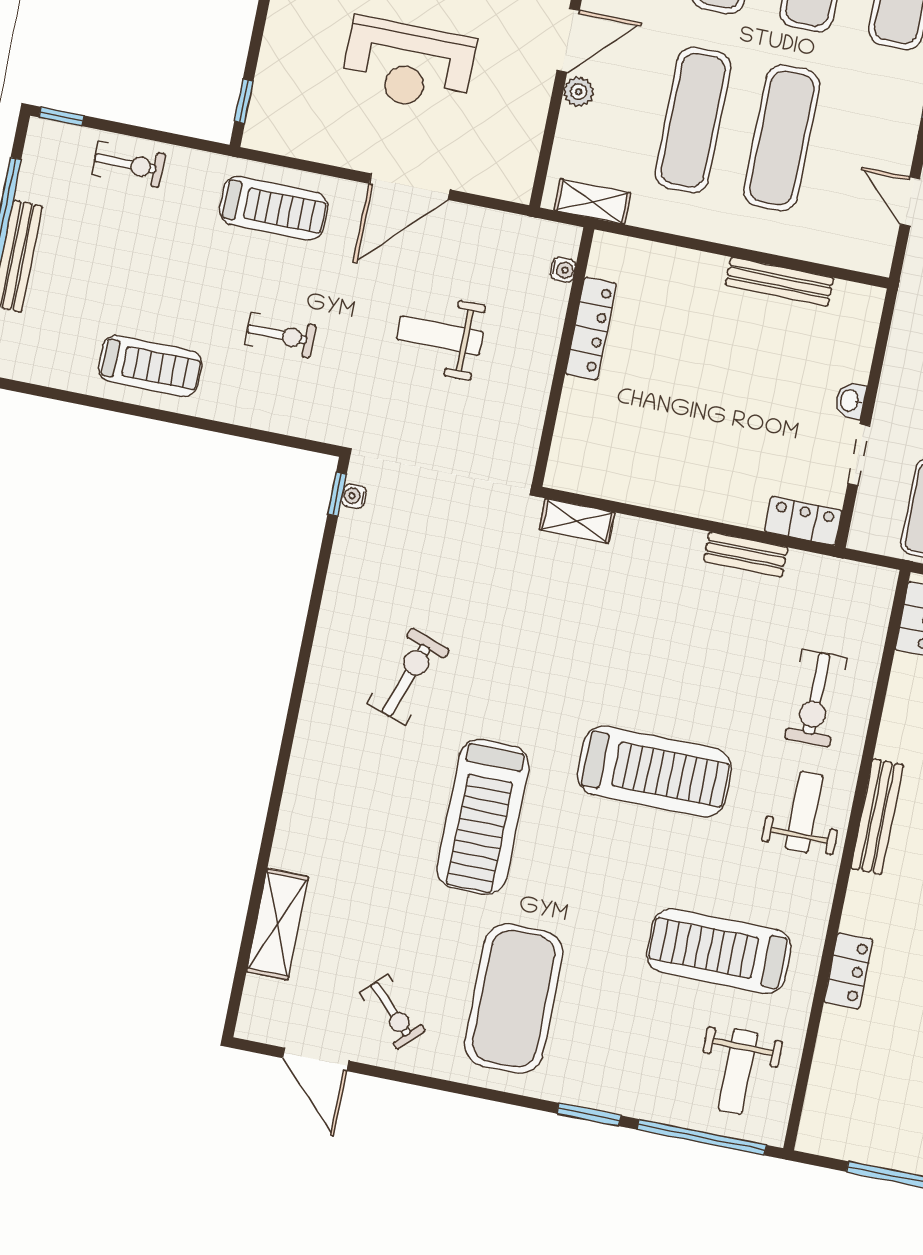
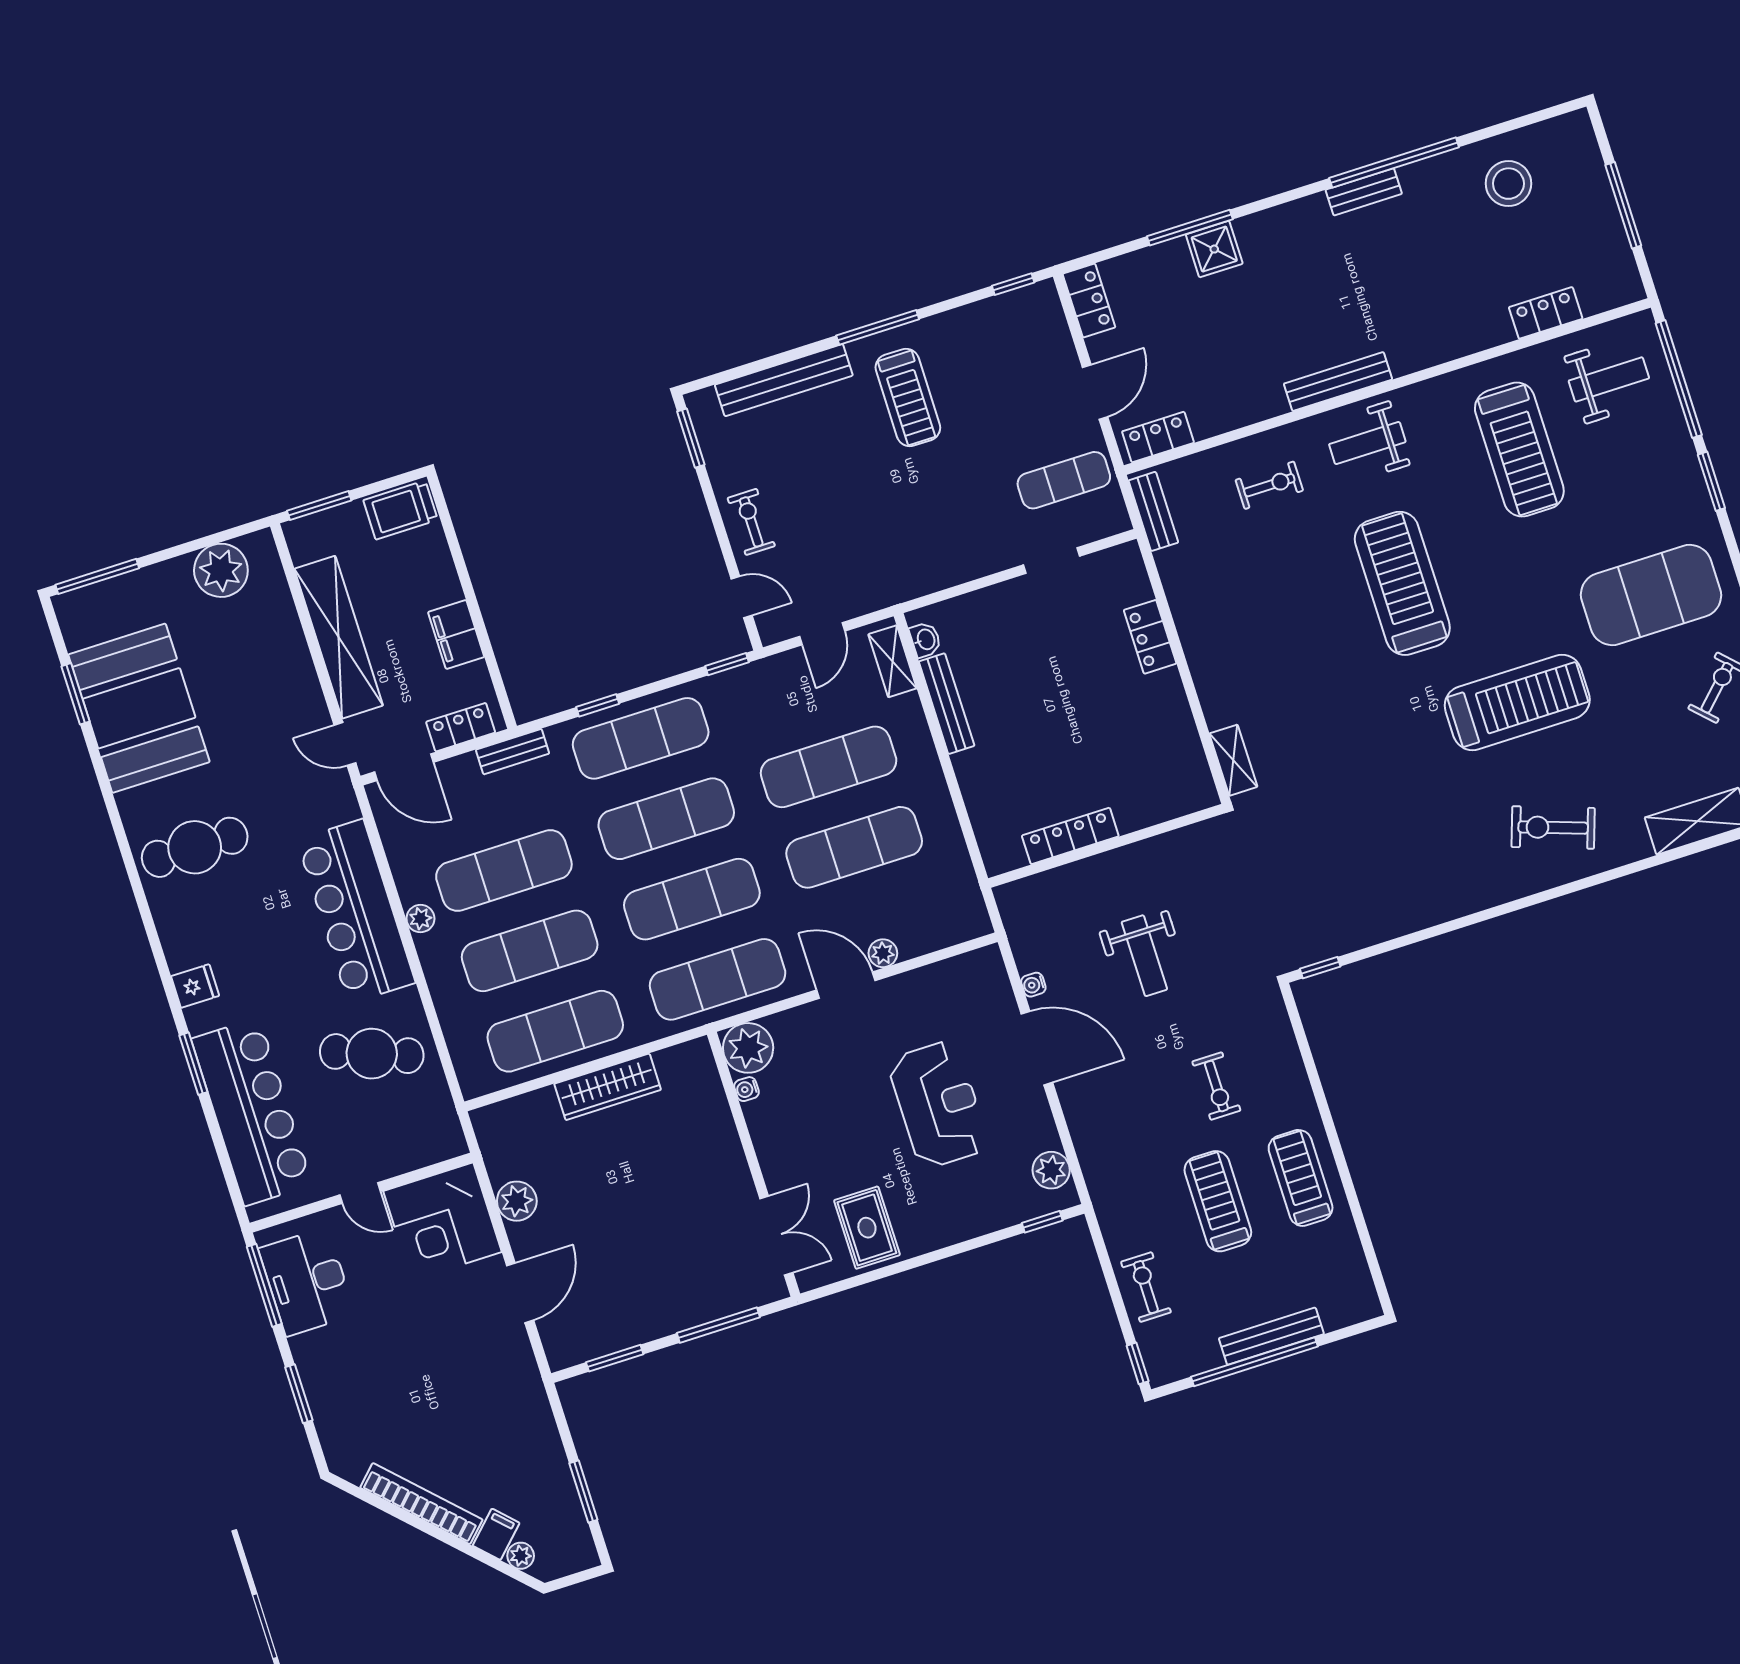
plant: (288, 136) -> (1051, 1170), added
shelving: (592, 202) -> (892, 661), moved
treadmill: (273, 208) -> (1218, 1201), moved
water cooler: (563, 270) -> (1033, 985), moved, turned -90
exercise bike: (280, 335) -> (1216, 1086), turned 180
washbasin: (850, 401) -> (925, 640), moved, turned -90
water cooler: (354, 496) -> (1314, 953), removed
locker: (803, 521) -> (1150, 637), moved
bench: (746, 554) -> (1153, 511), moved
exercise bike: (408, 677) -> (1553, 827), moved
exercise bike: (816, 698) -> (1269, 485), width x0.73, depth x0.72
locker: (848, 971) -> (1546, 313), moved

